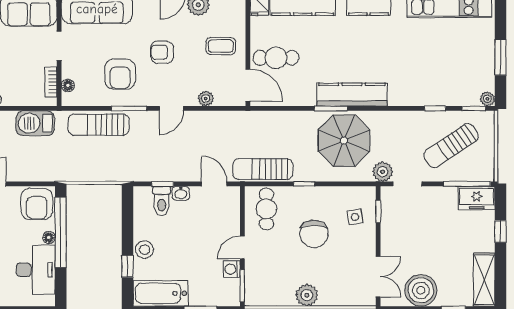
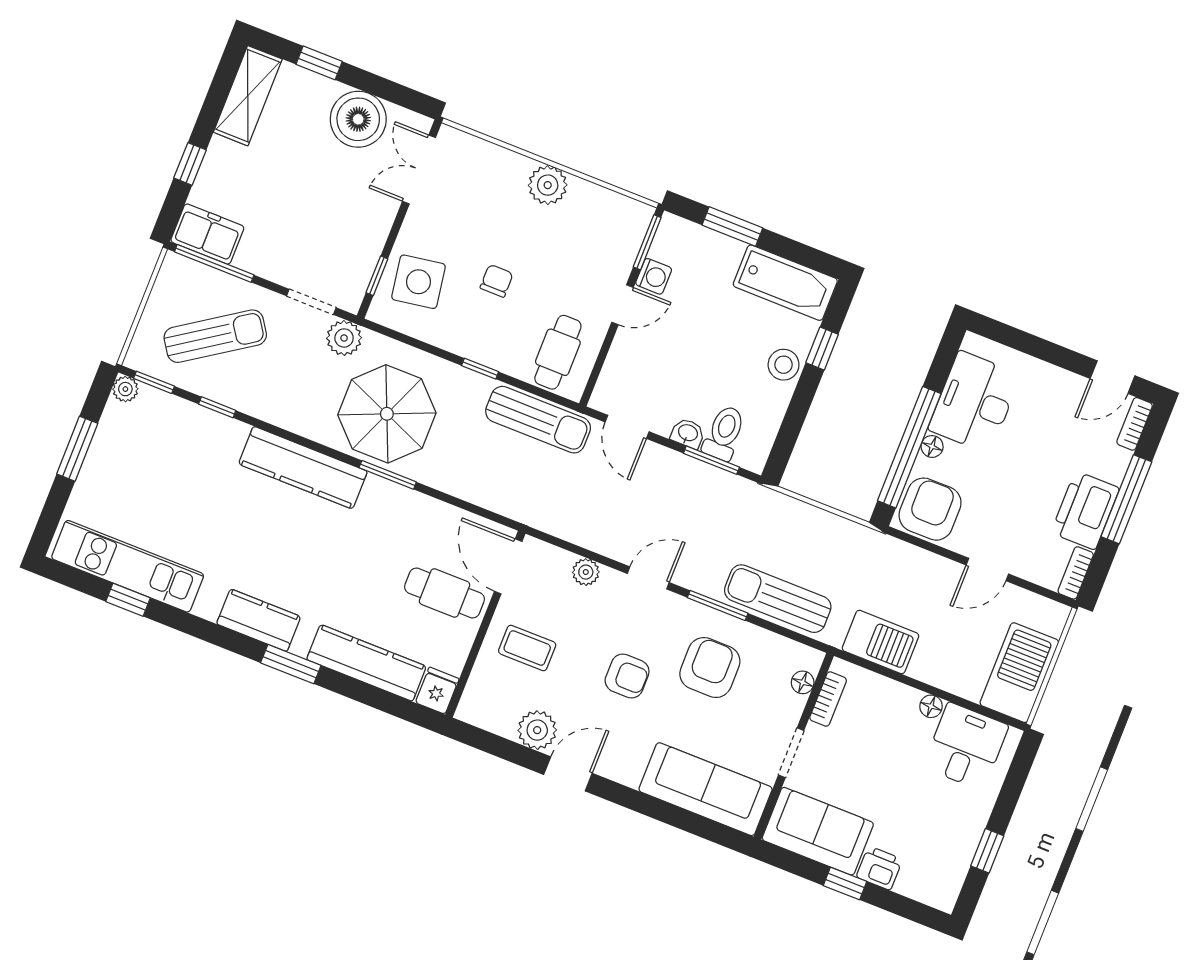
kitchen counter: (352, 95) -> (303, 468), moved
sun lounger: (99, 125) -> (778, 599), turned 180
window: (163, 184) -> (711, 460), width x1.50
side table: (355, 217) -> (418, 282), width x1.87, depth x1.87
chair: (314, 234) -> (497, 281), width x0.54, depth x0.54

